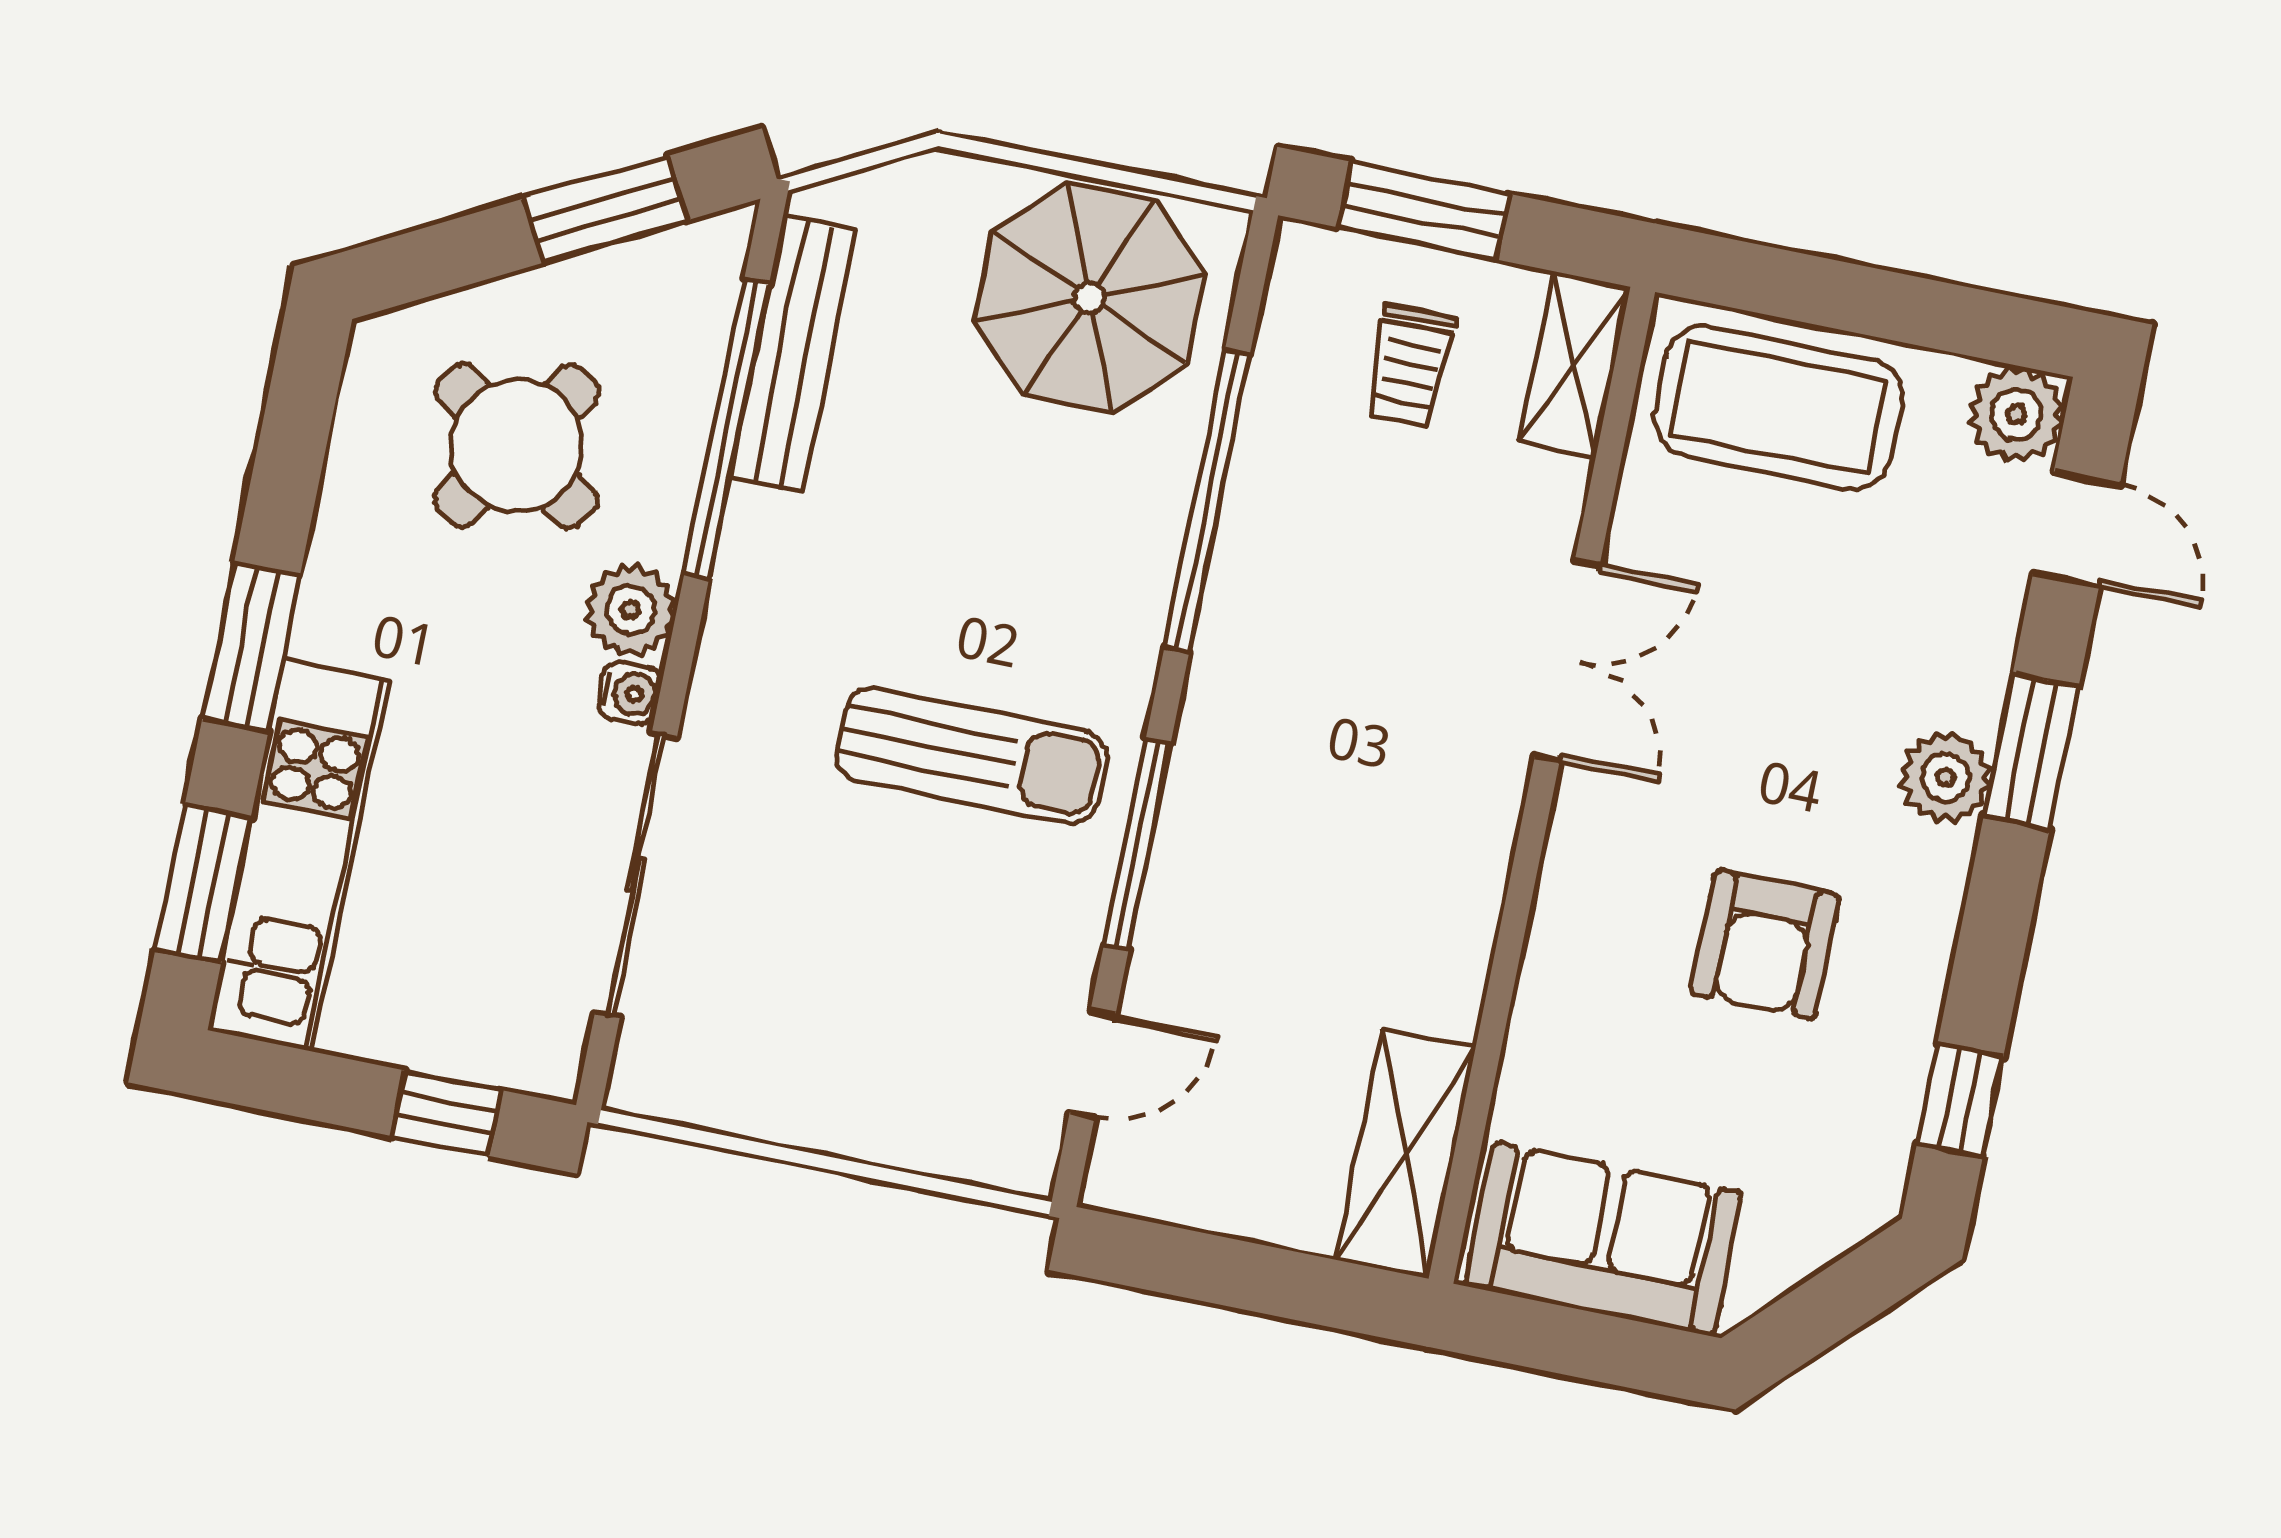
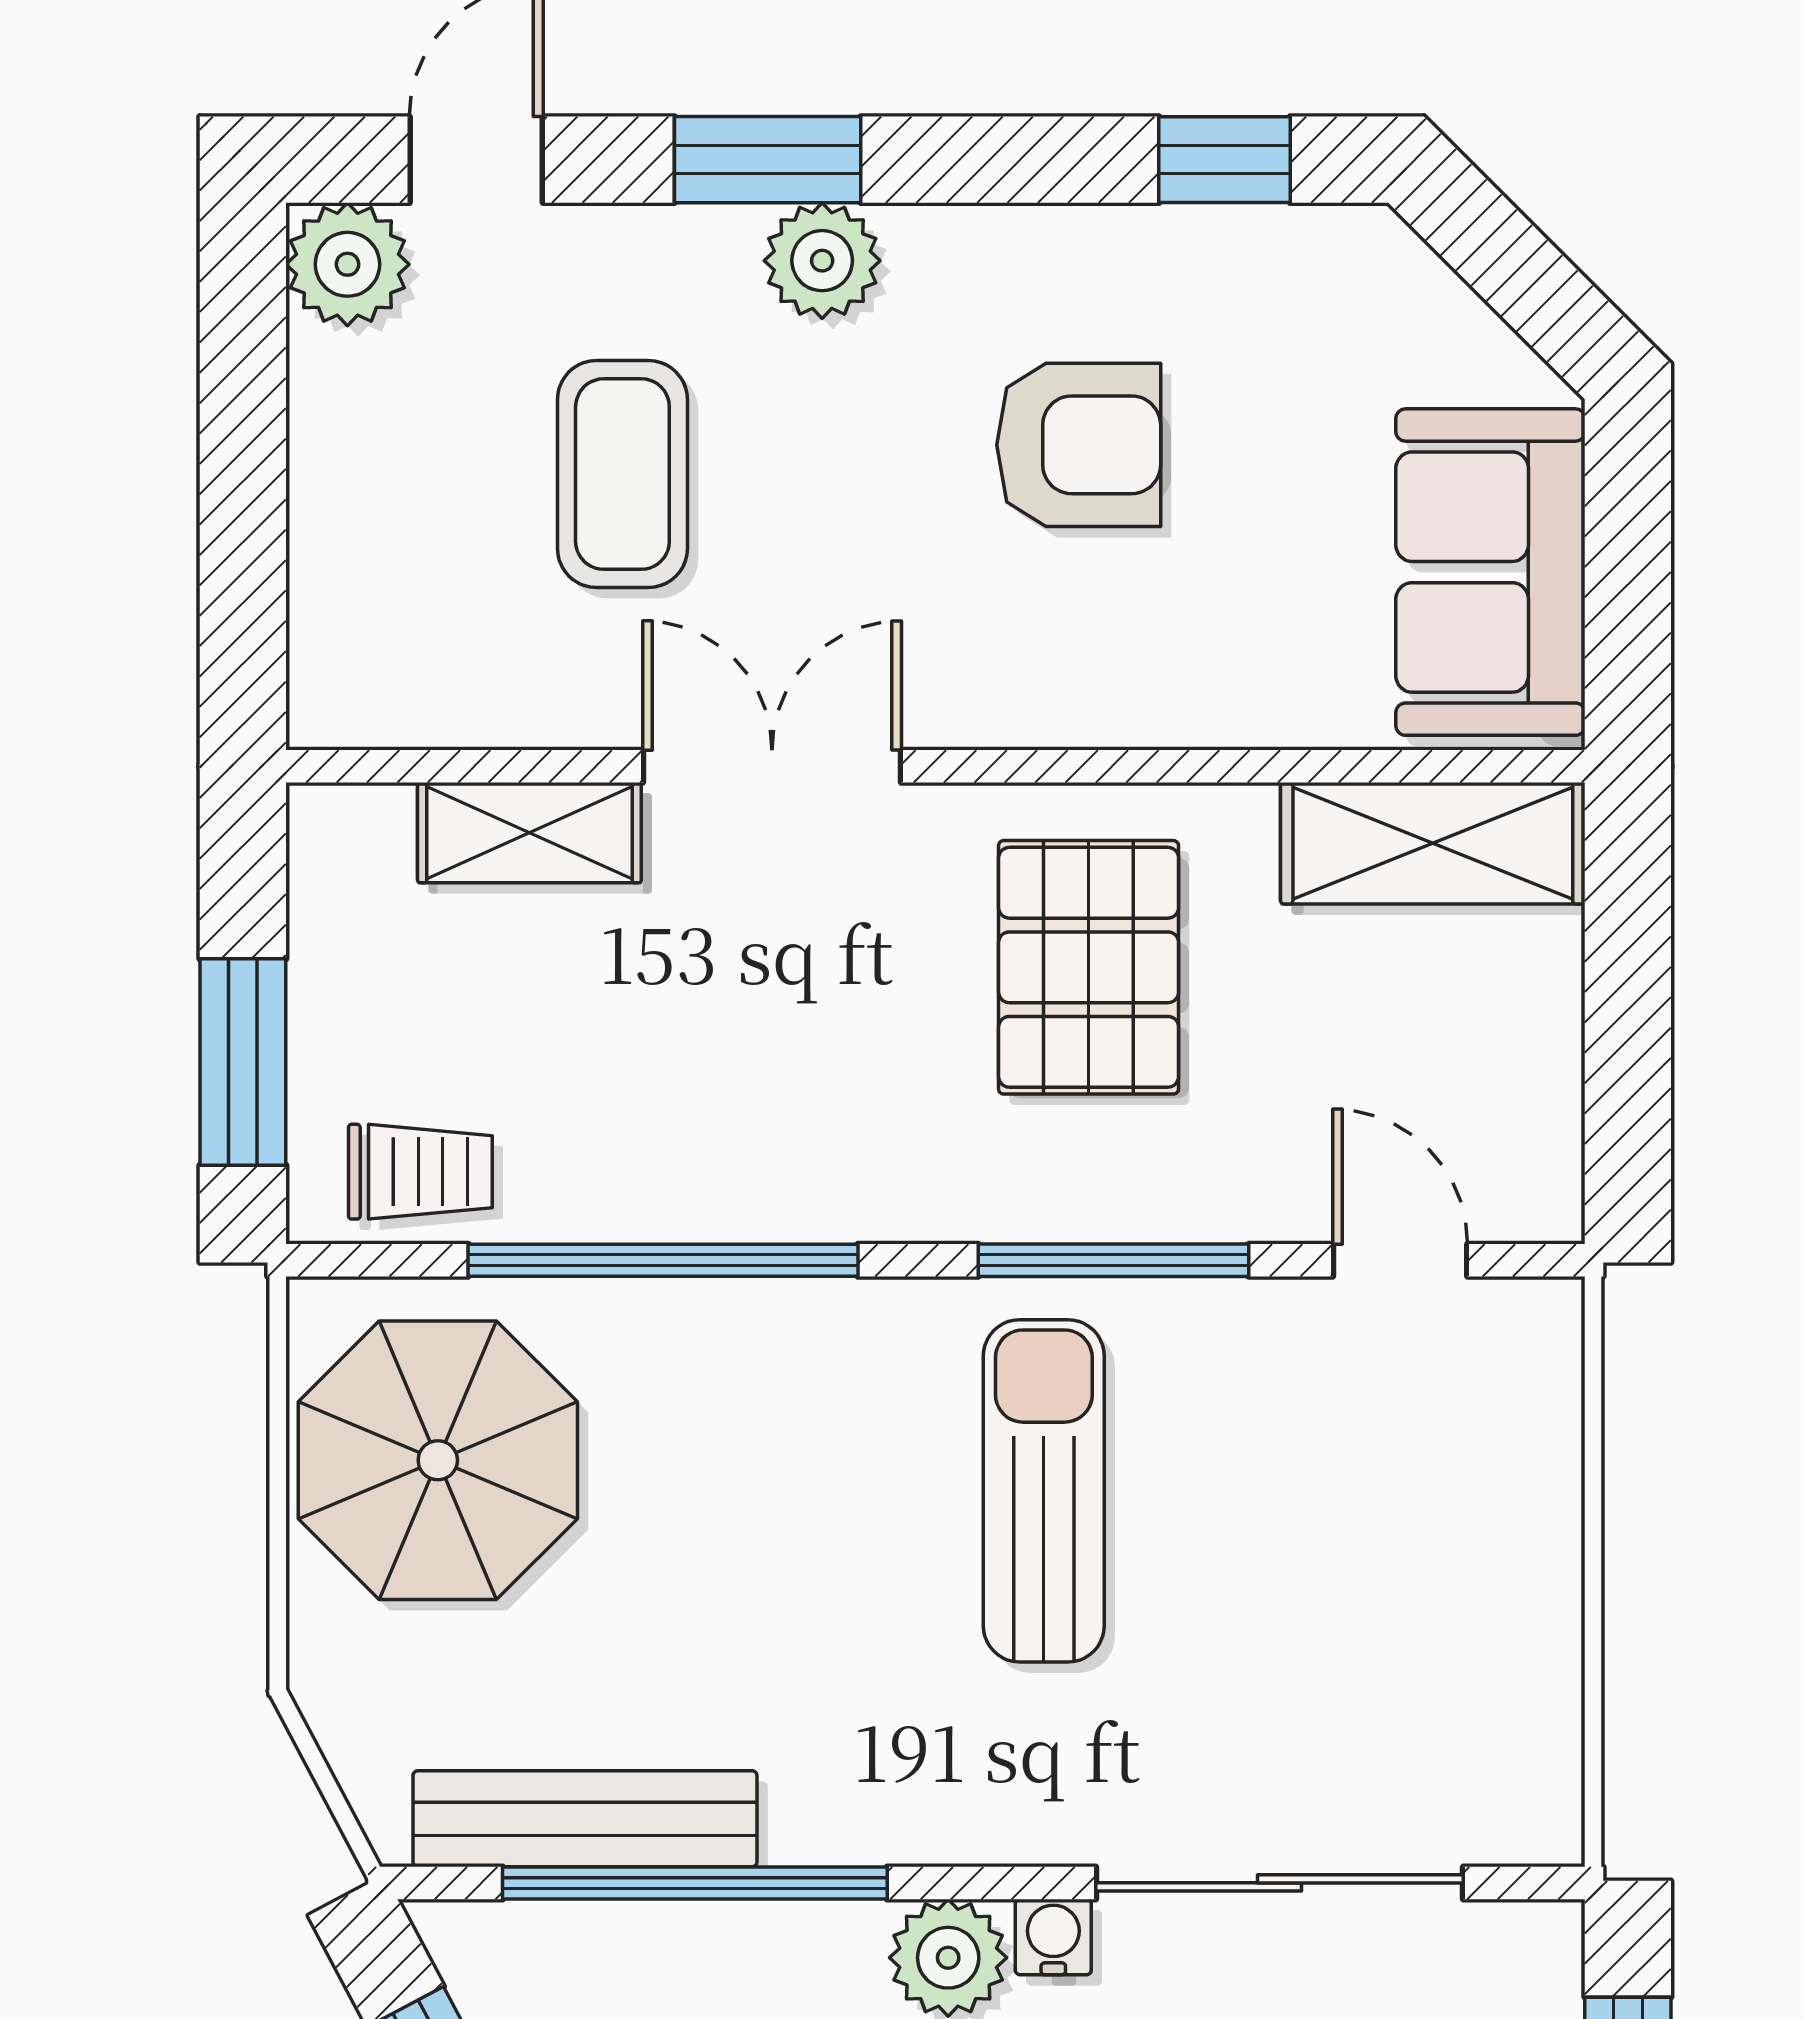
shelving: (1575, 364) -> (529, 833), moved
trolley: (1410, 366) -> (420, 1172), moved
coffee table: (1778, 407) -> (622, 474), moved, width x0.73, depth x0.76
pallet: (1365, 871) -> (1089, 967), added

